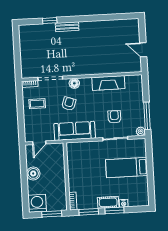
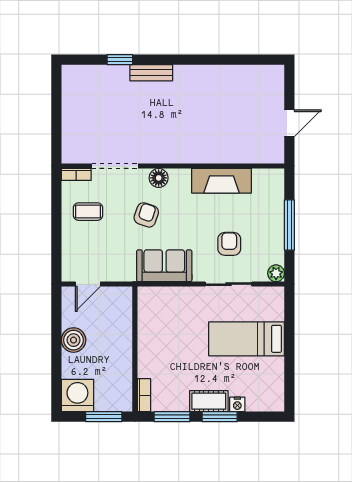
door: (143, 50) -> (289, 123), swing flipped
window: (147, 116) -> (289, 225), moved
sofa: (75, 131) -> (164, 266), width x0.73

